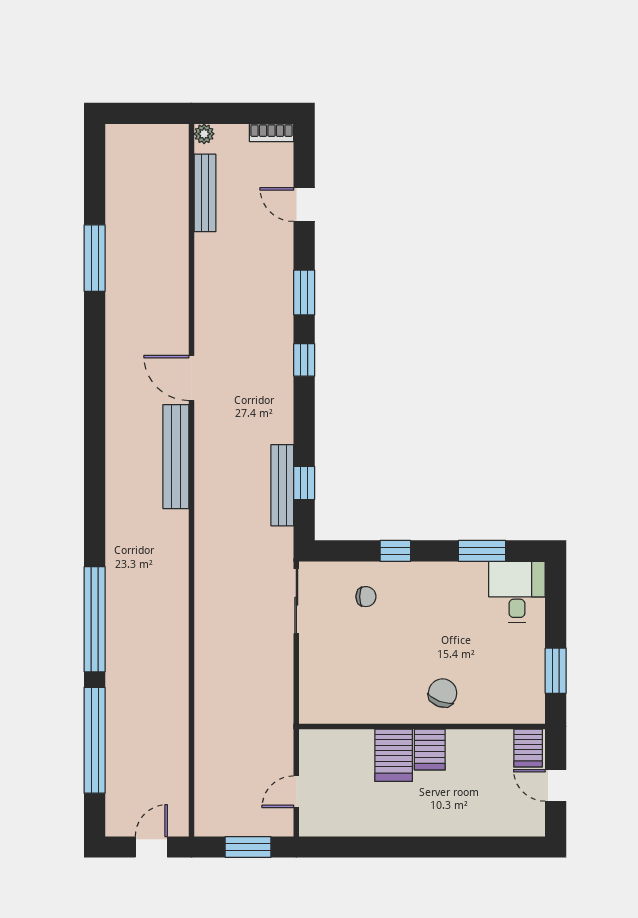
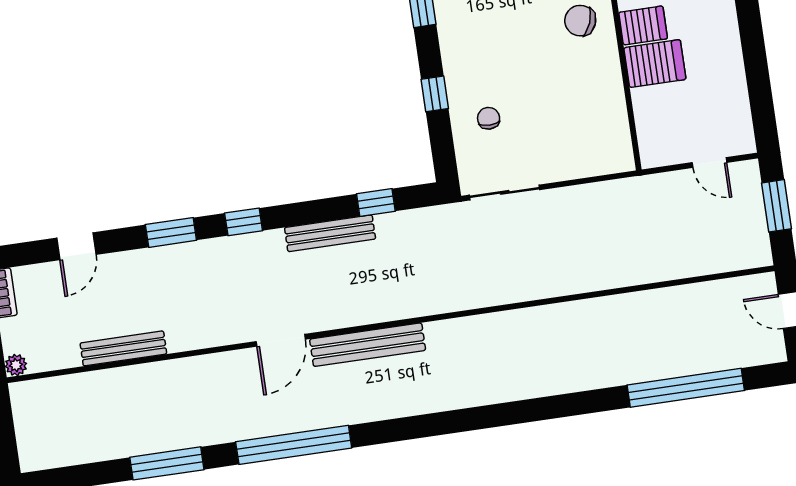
bench: (205, 193) -> (123, 348), moved
bench: (282, 485) -> (330, 233), moved
window: (95, 619) -> (294, 445), moved

